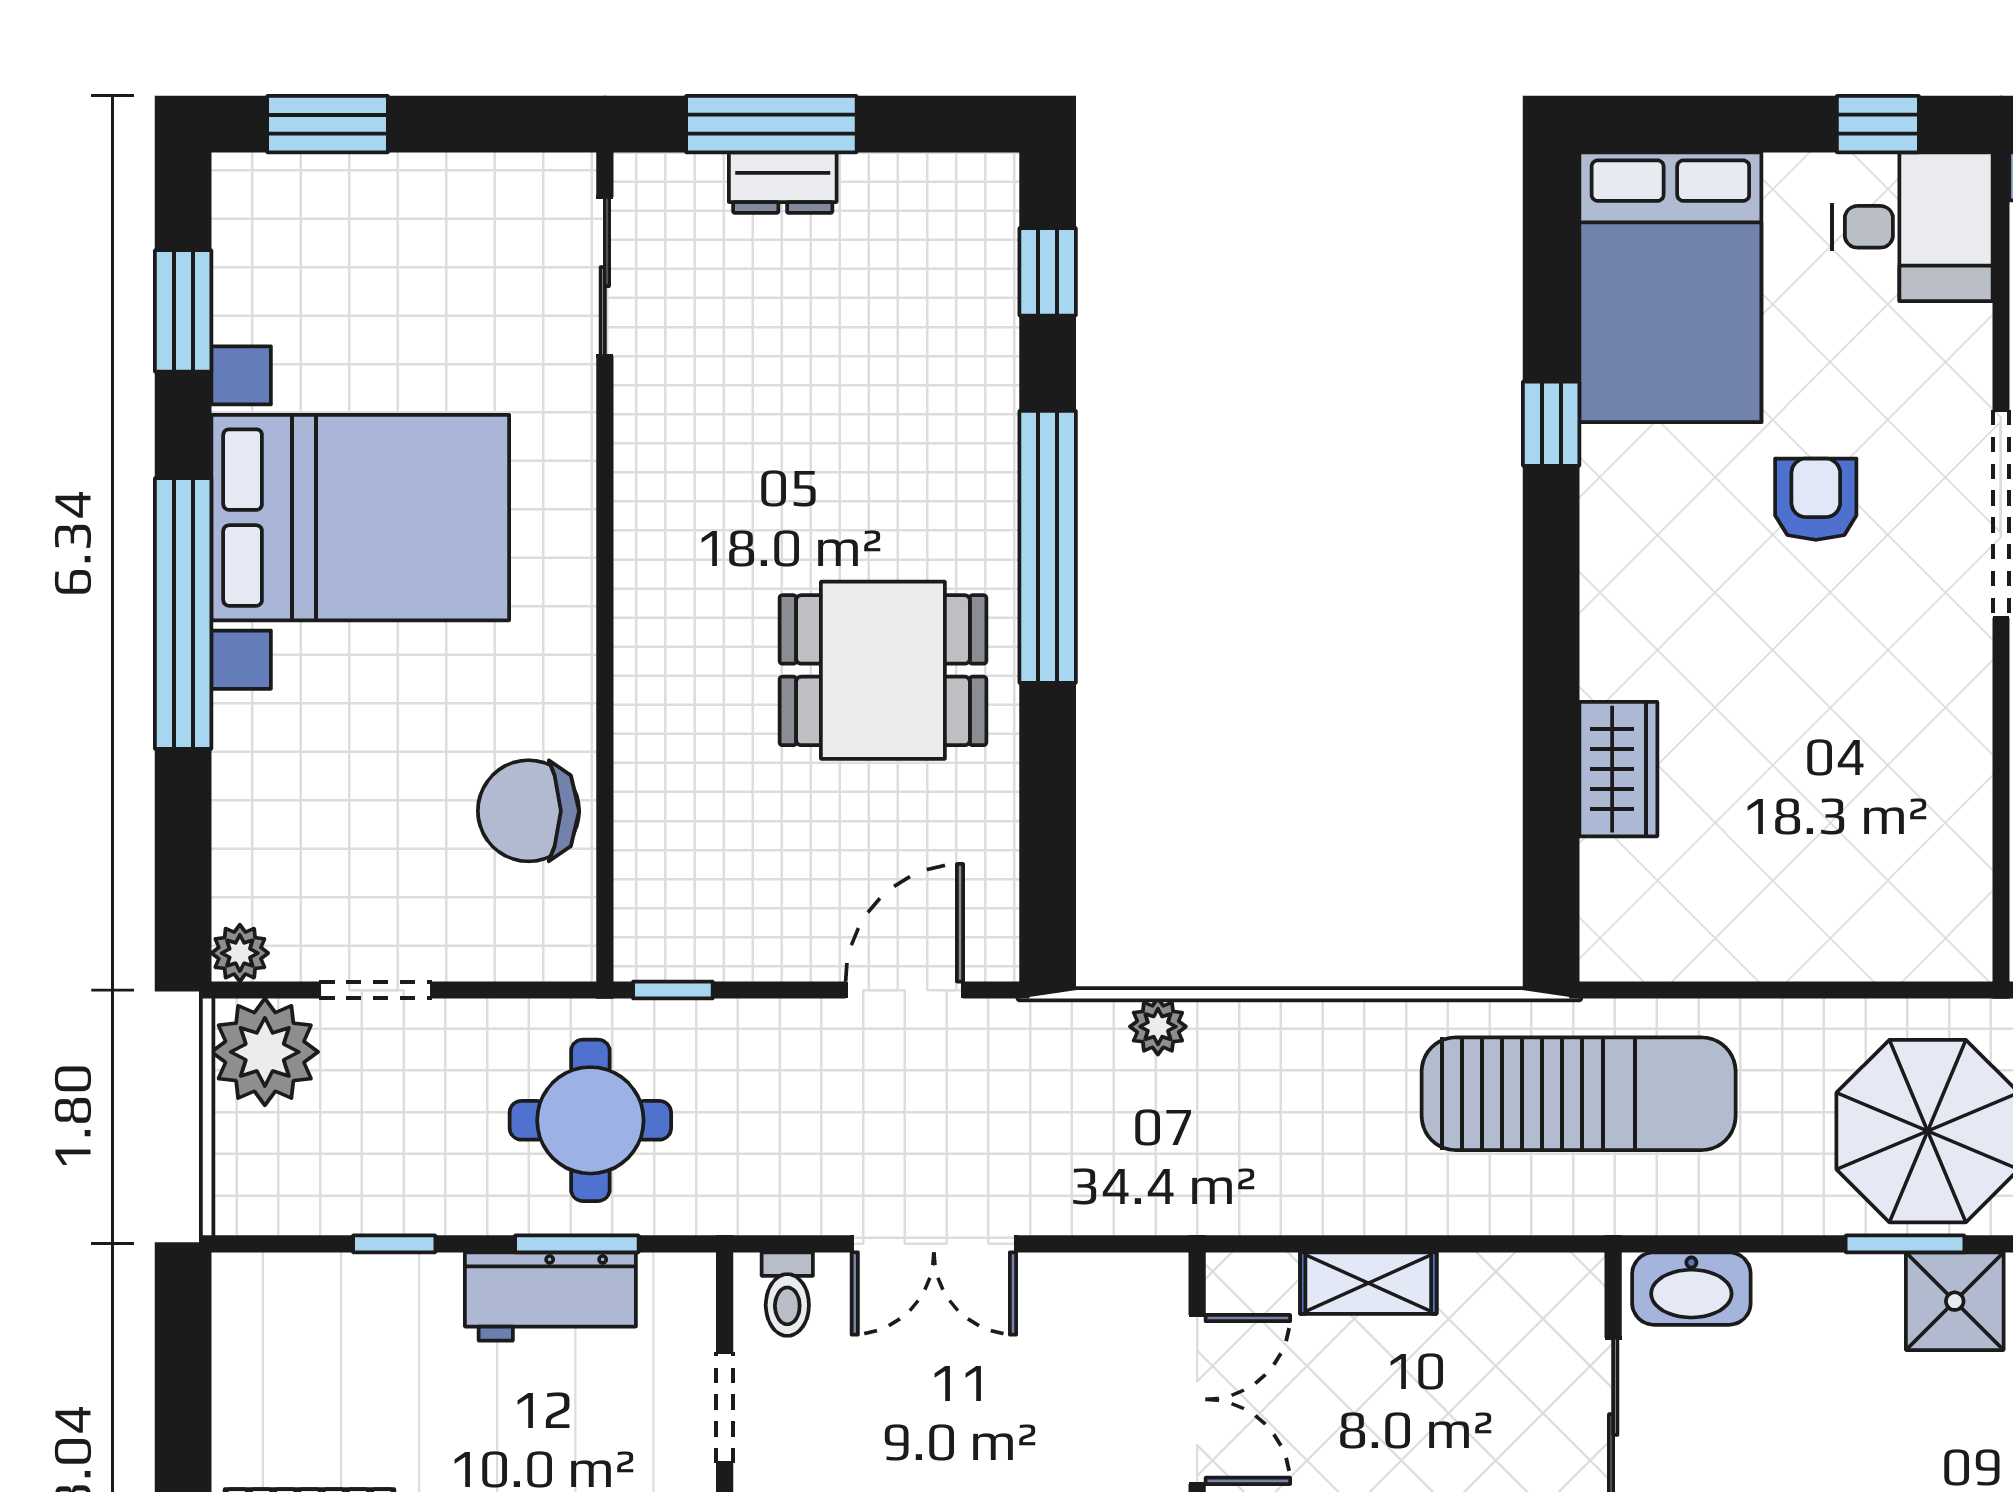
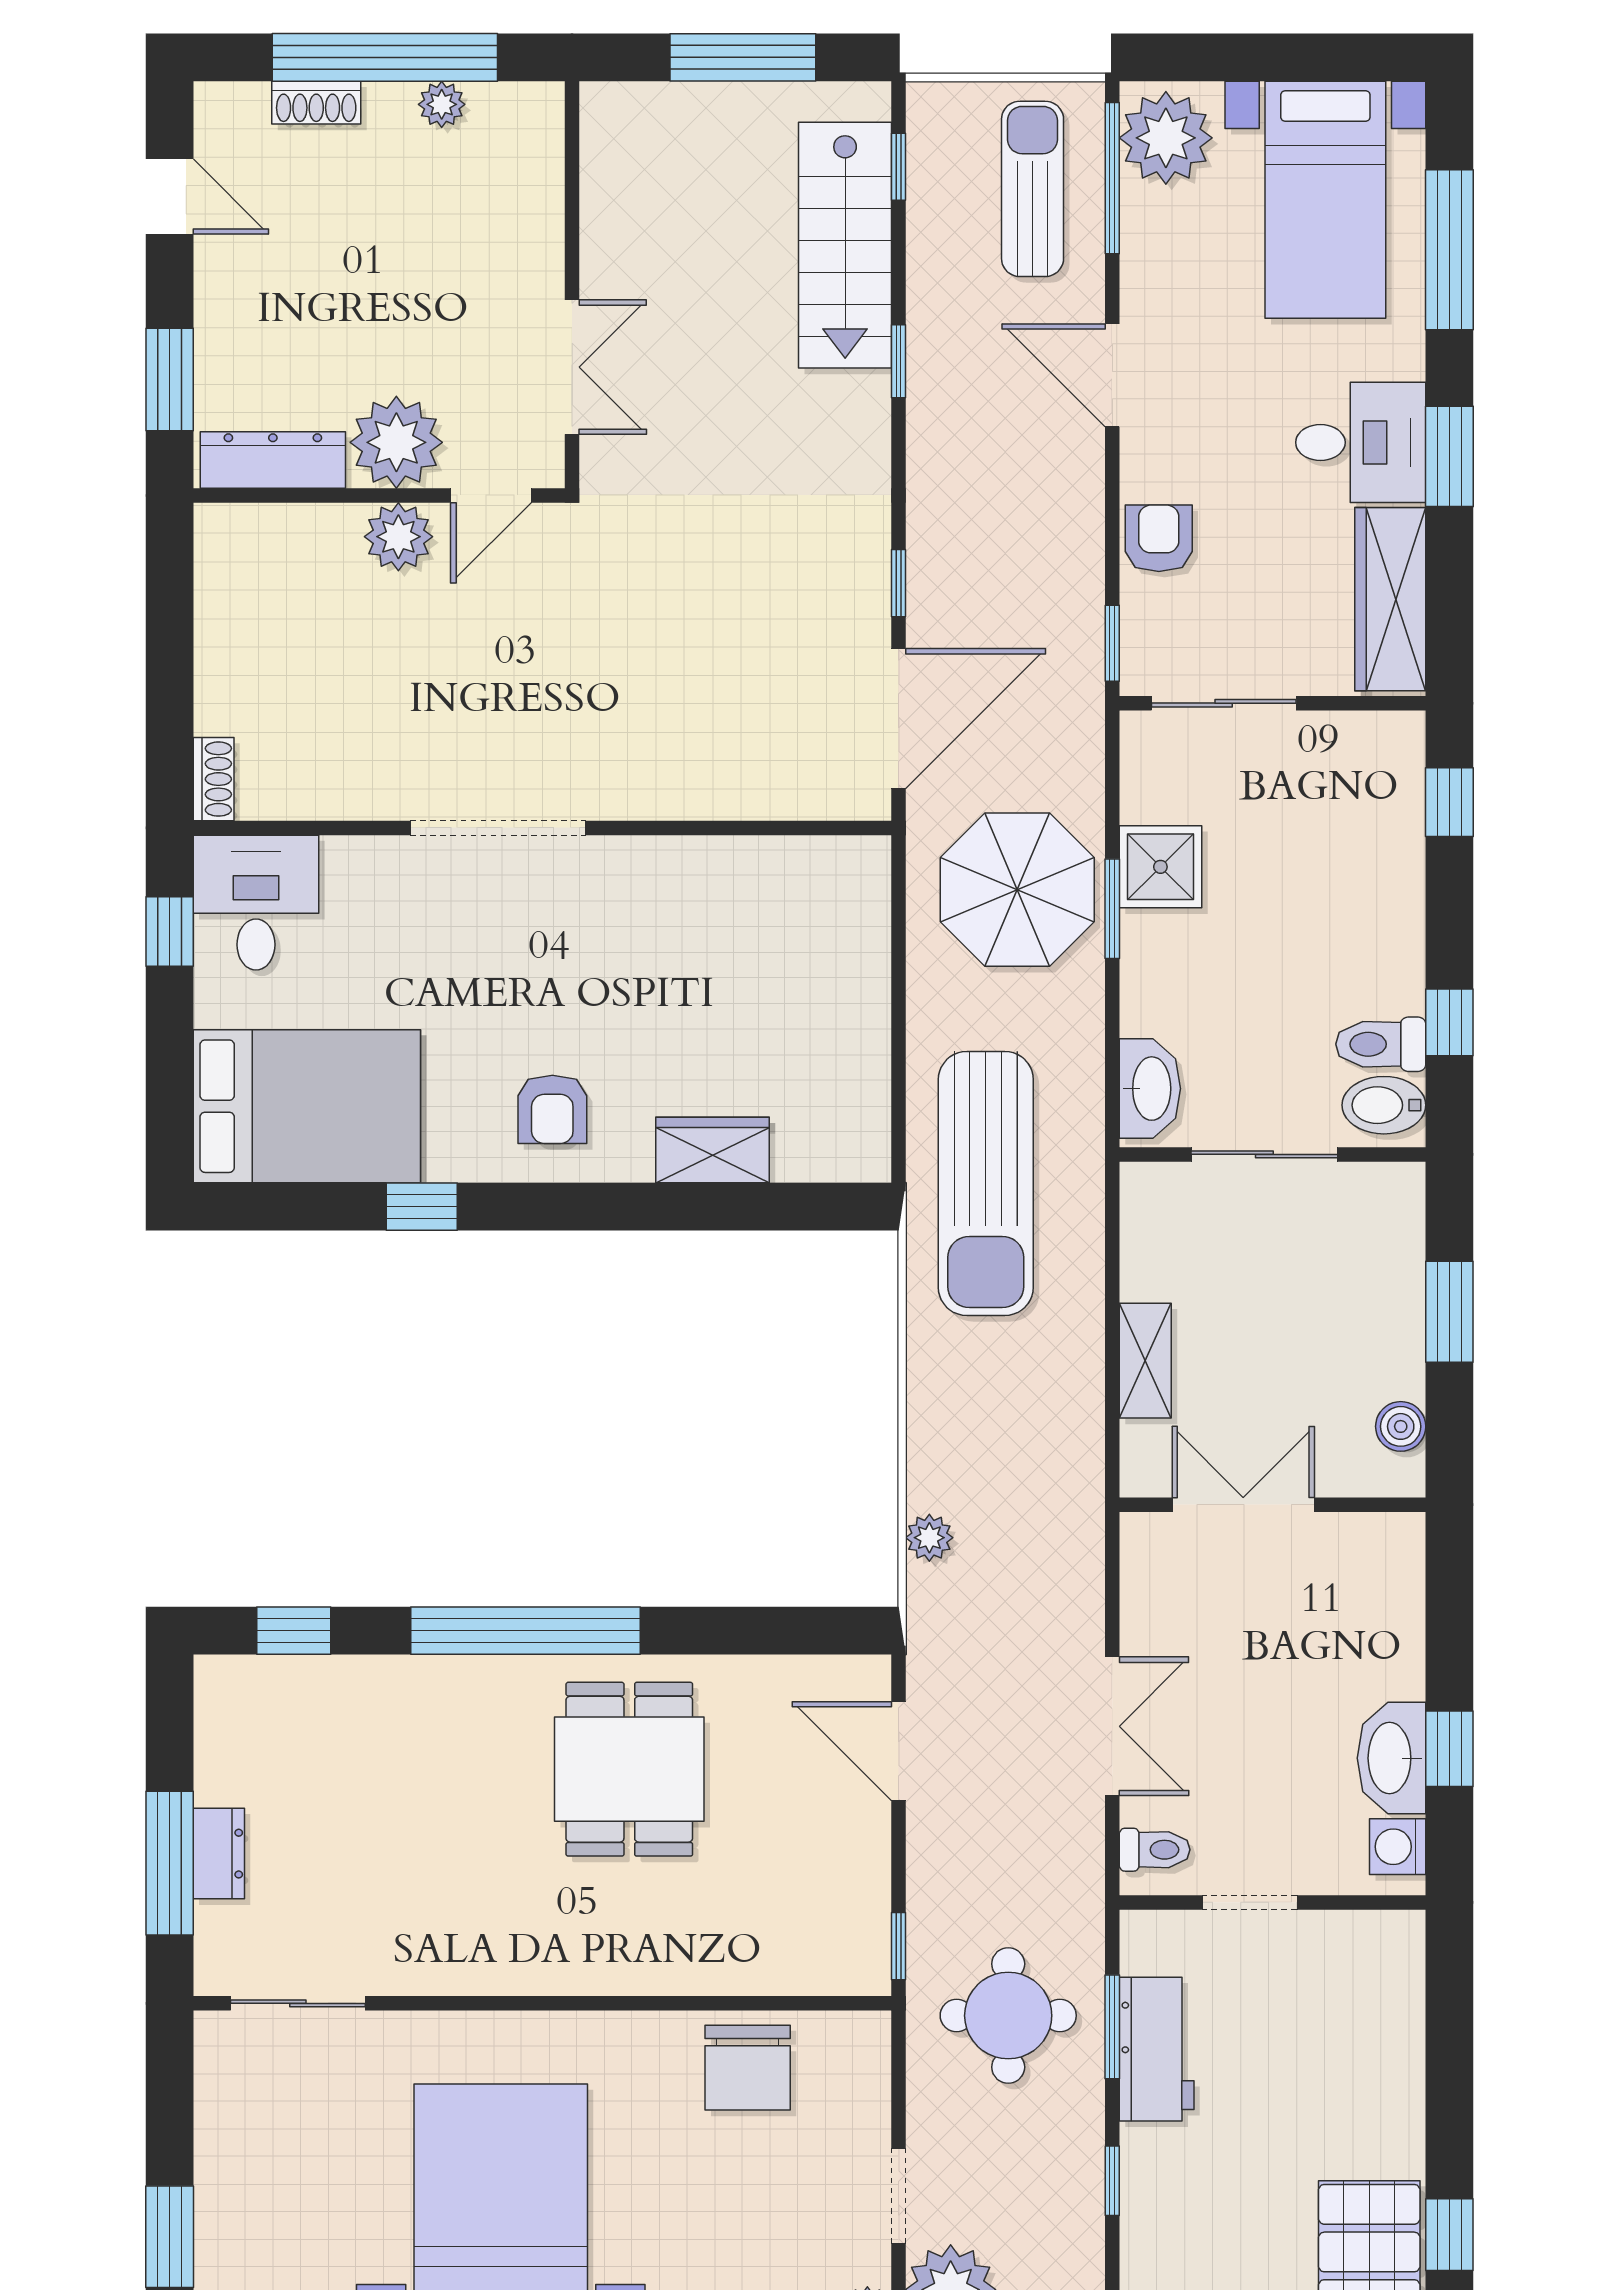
armchair: (1816, 499) -> (552, 1109), moved, turned -90
sun lounger: (1579, 1094) -> (986, 1183), turned 180

